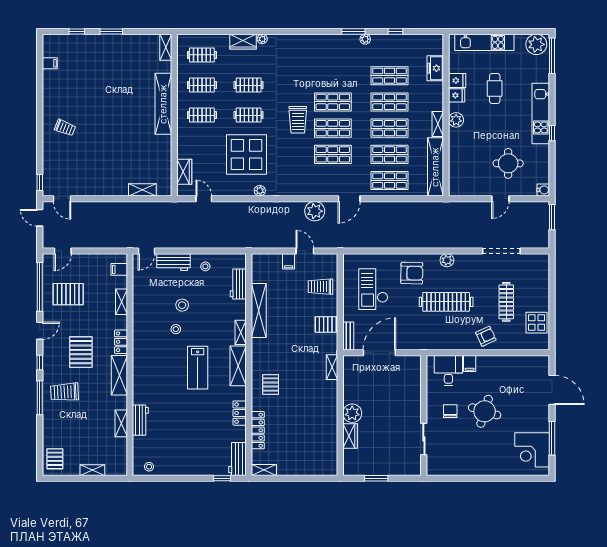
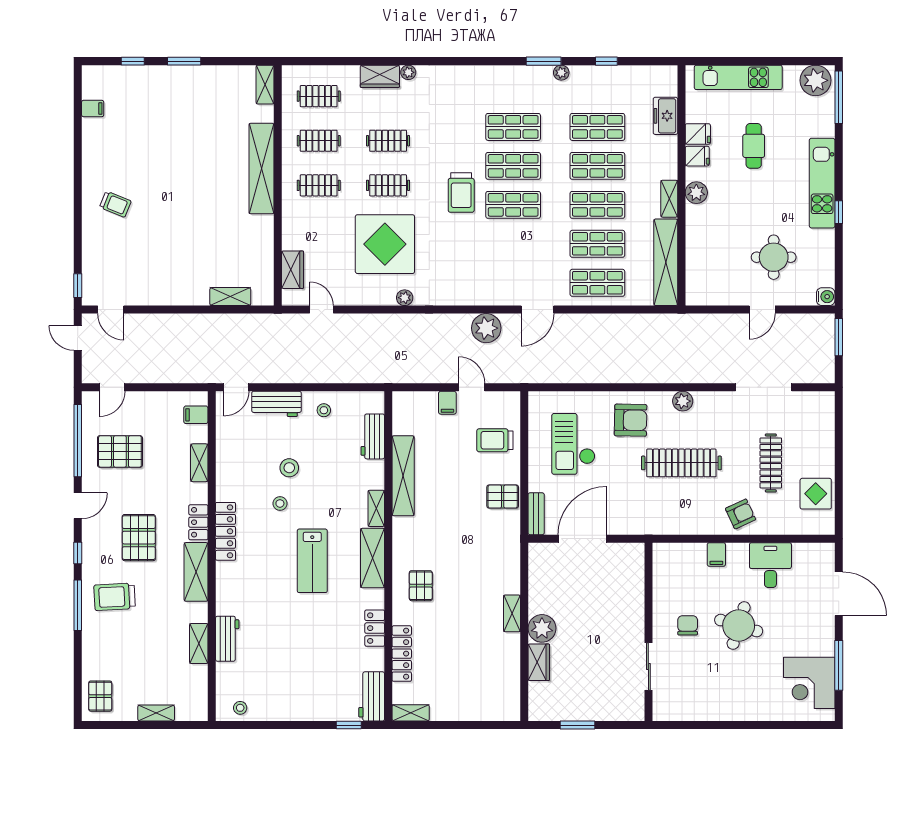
shop shelf: (333, 154) -> (513, 127), moved
locker: (139, 348) -> (225, 531), added
shelving: (332, 367) -> (512, 613), moved
desk: (448, 371) -> (770, 565), moved

